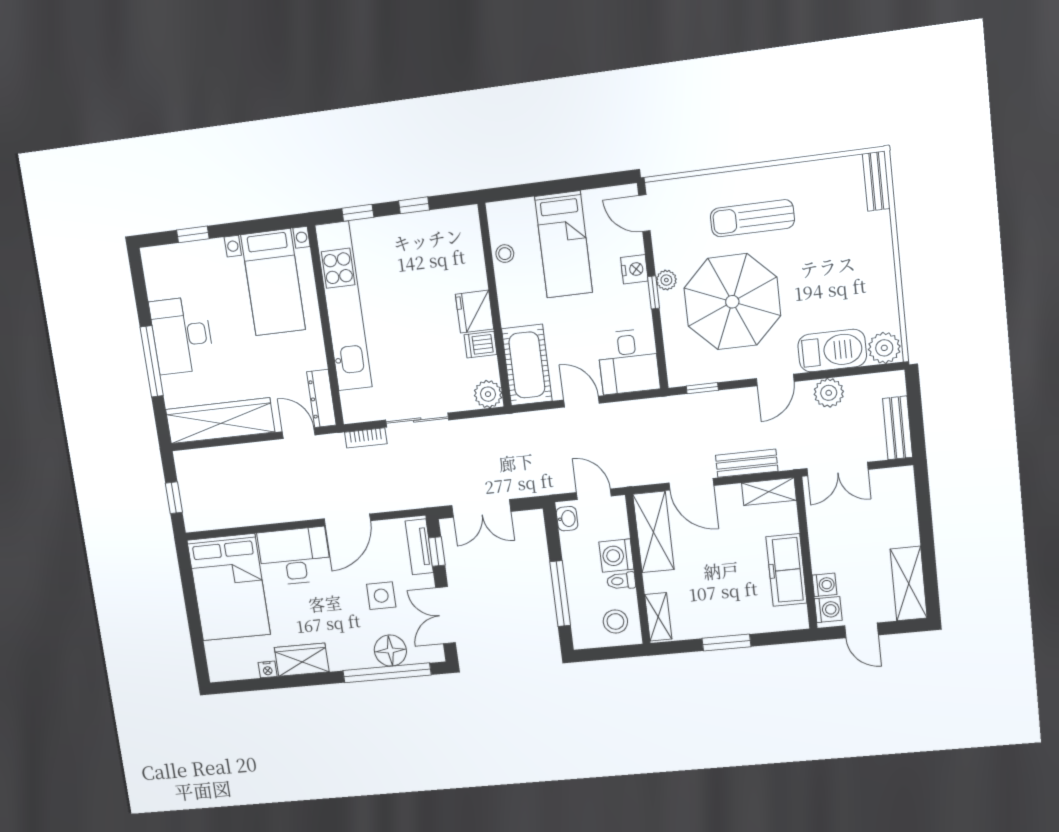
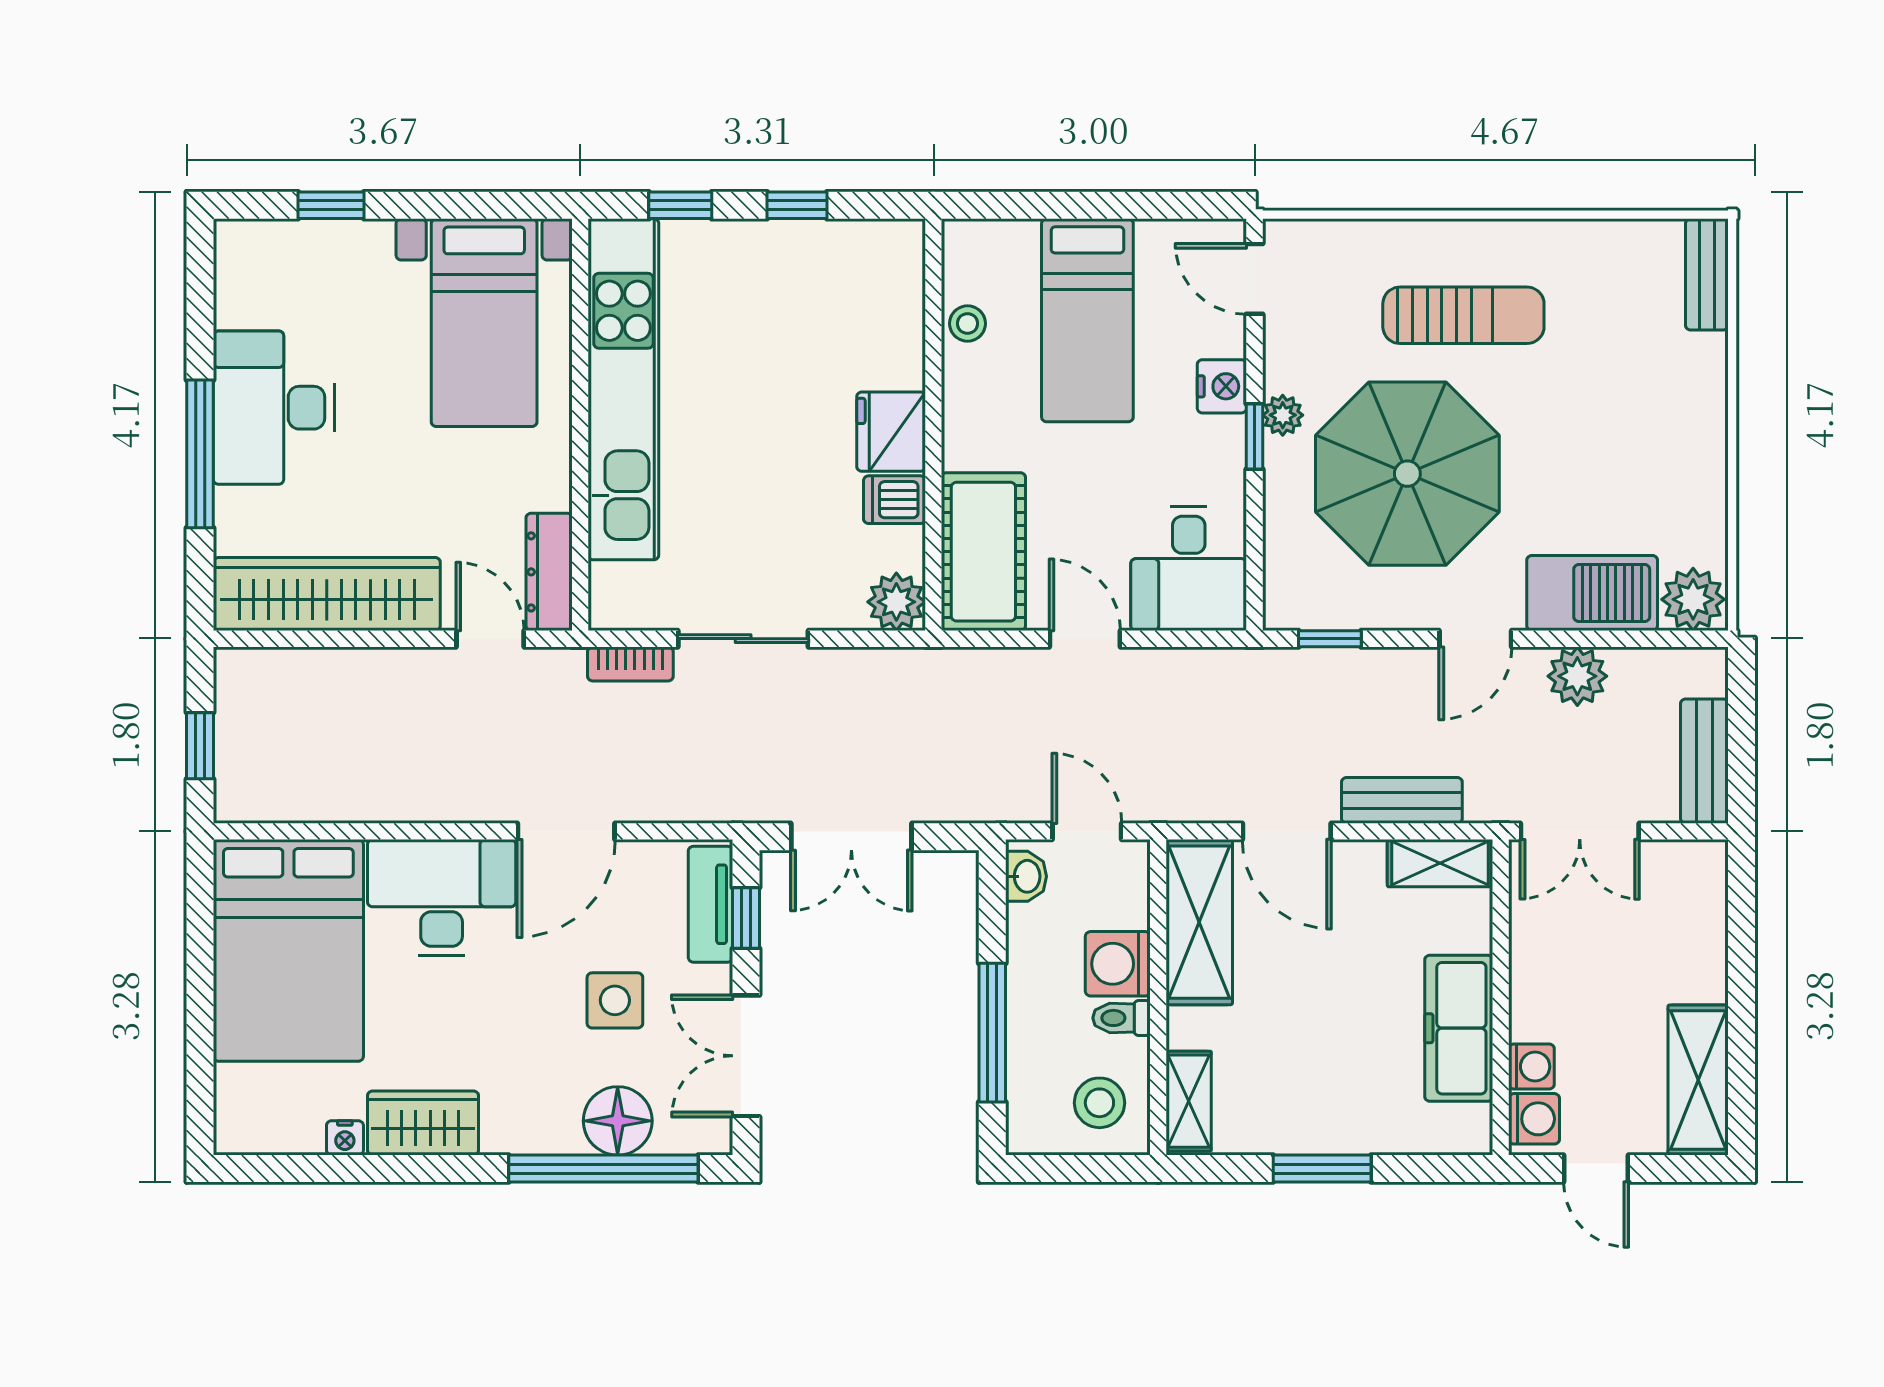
sun lounger: (752, 218) -> (1463, 315), turned 180

